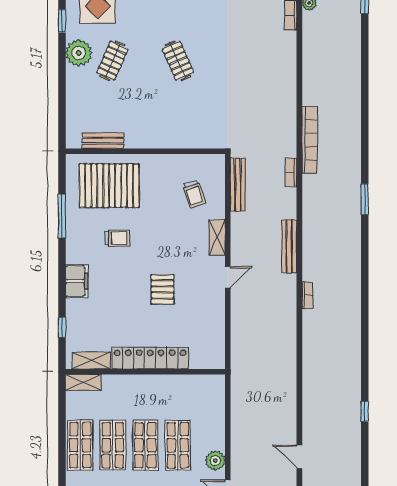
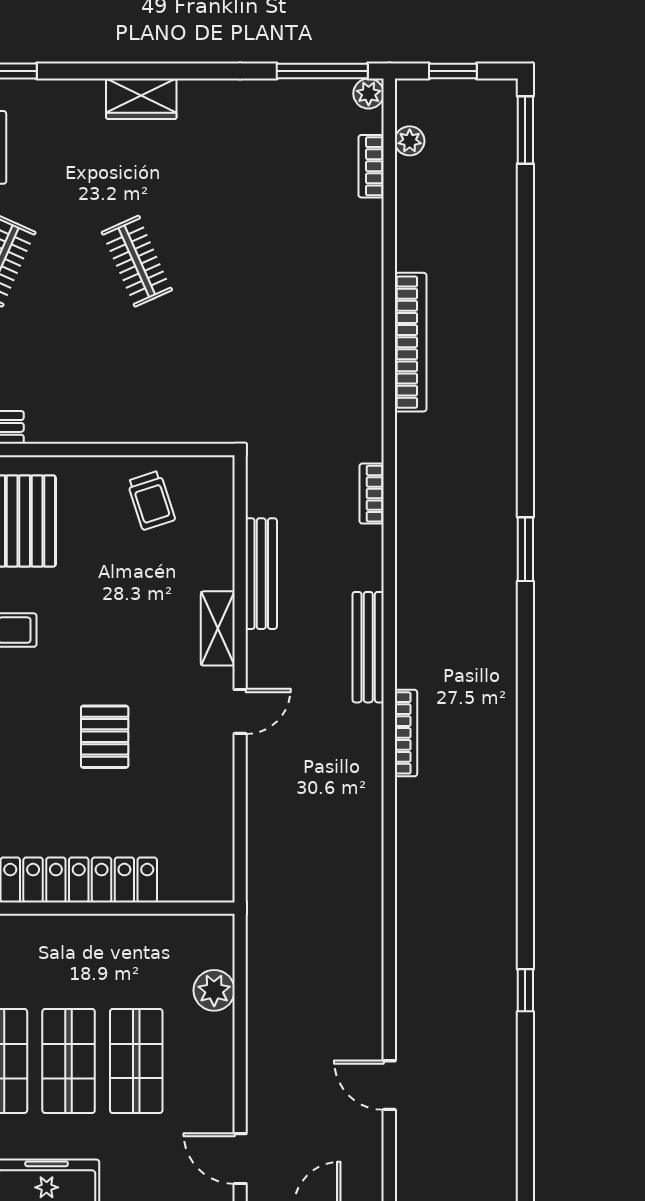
bookcase: (310, 140) -> (411, 342), moved
bench: (238, 185) -> (261, 574), moved
trolley: (194, 194) -> (151, 500), moved
bookcase: (307, 295) -> (406, 733), width x1.56
plant: (215, 461) -> (214, 990), moved

